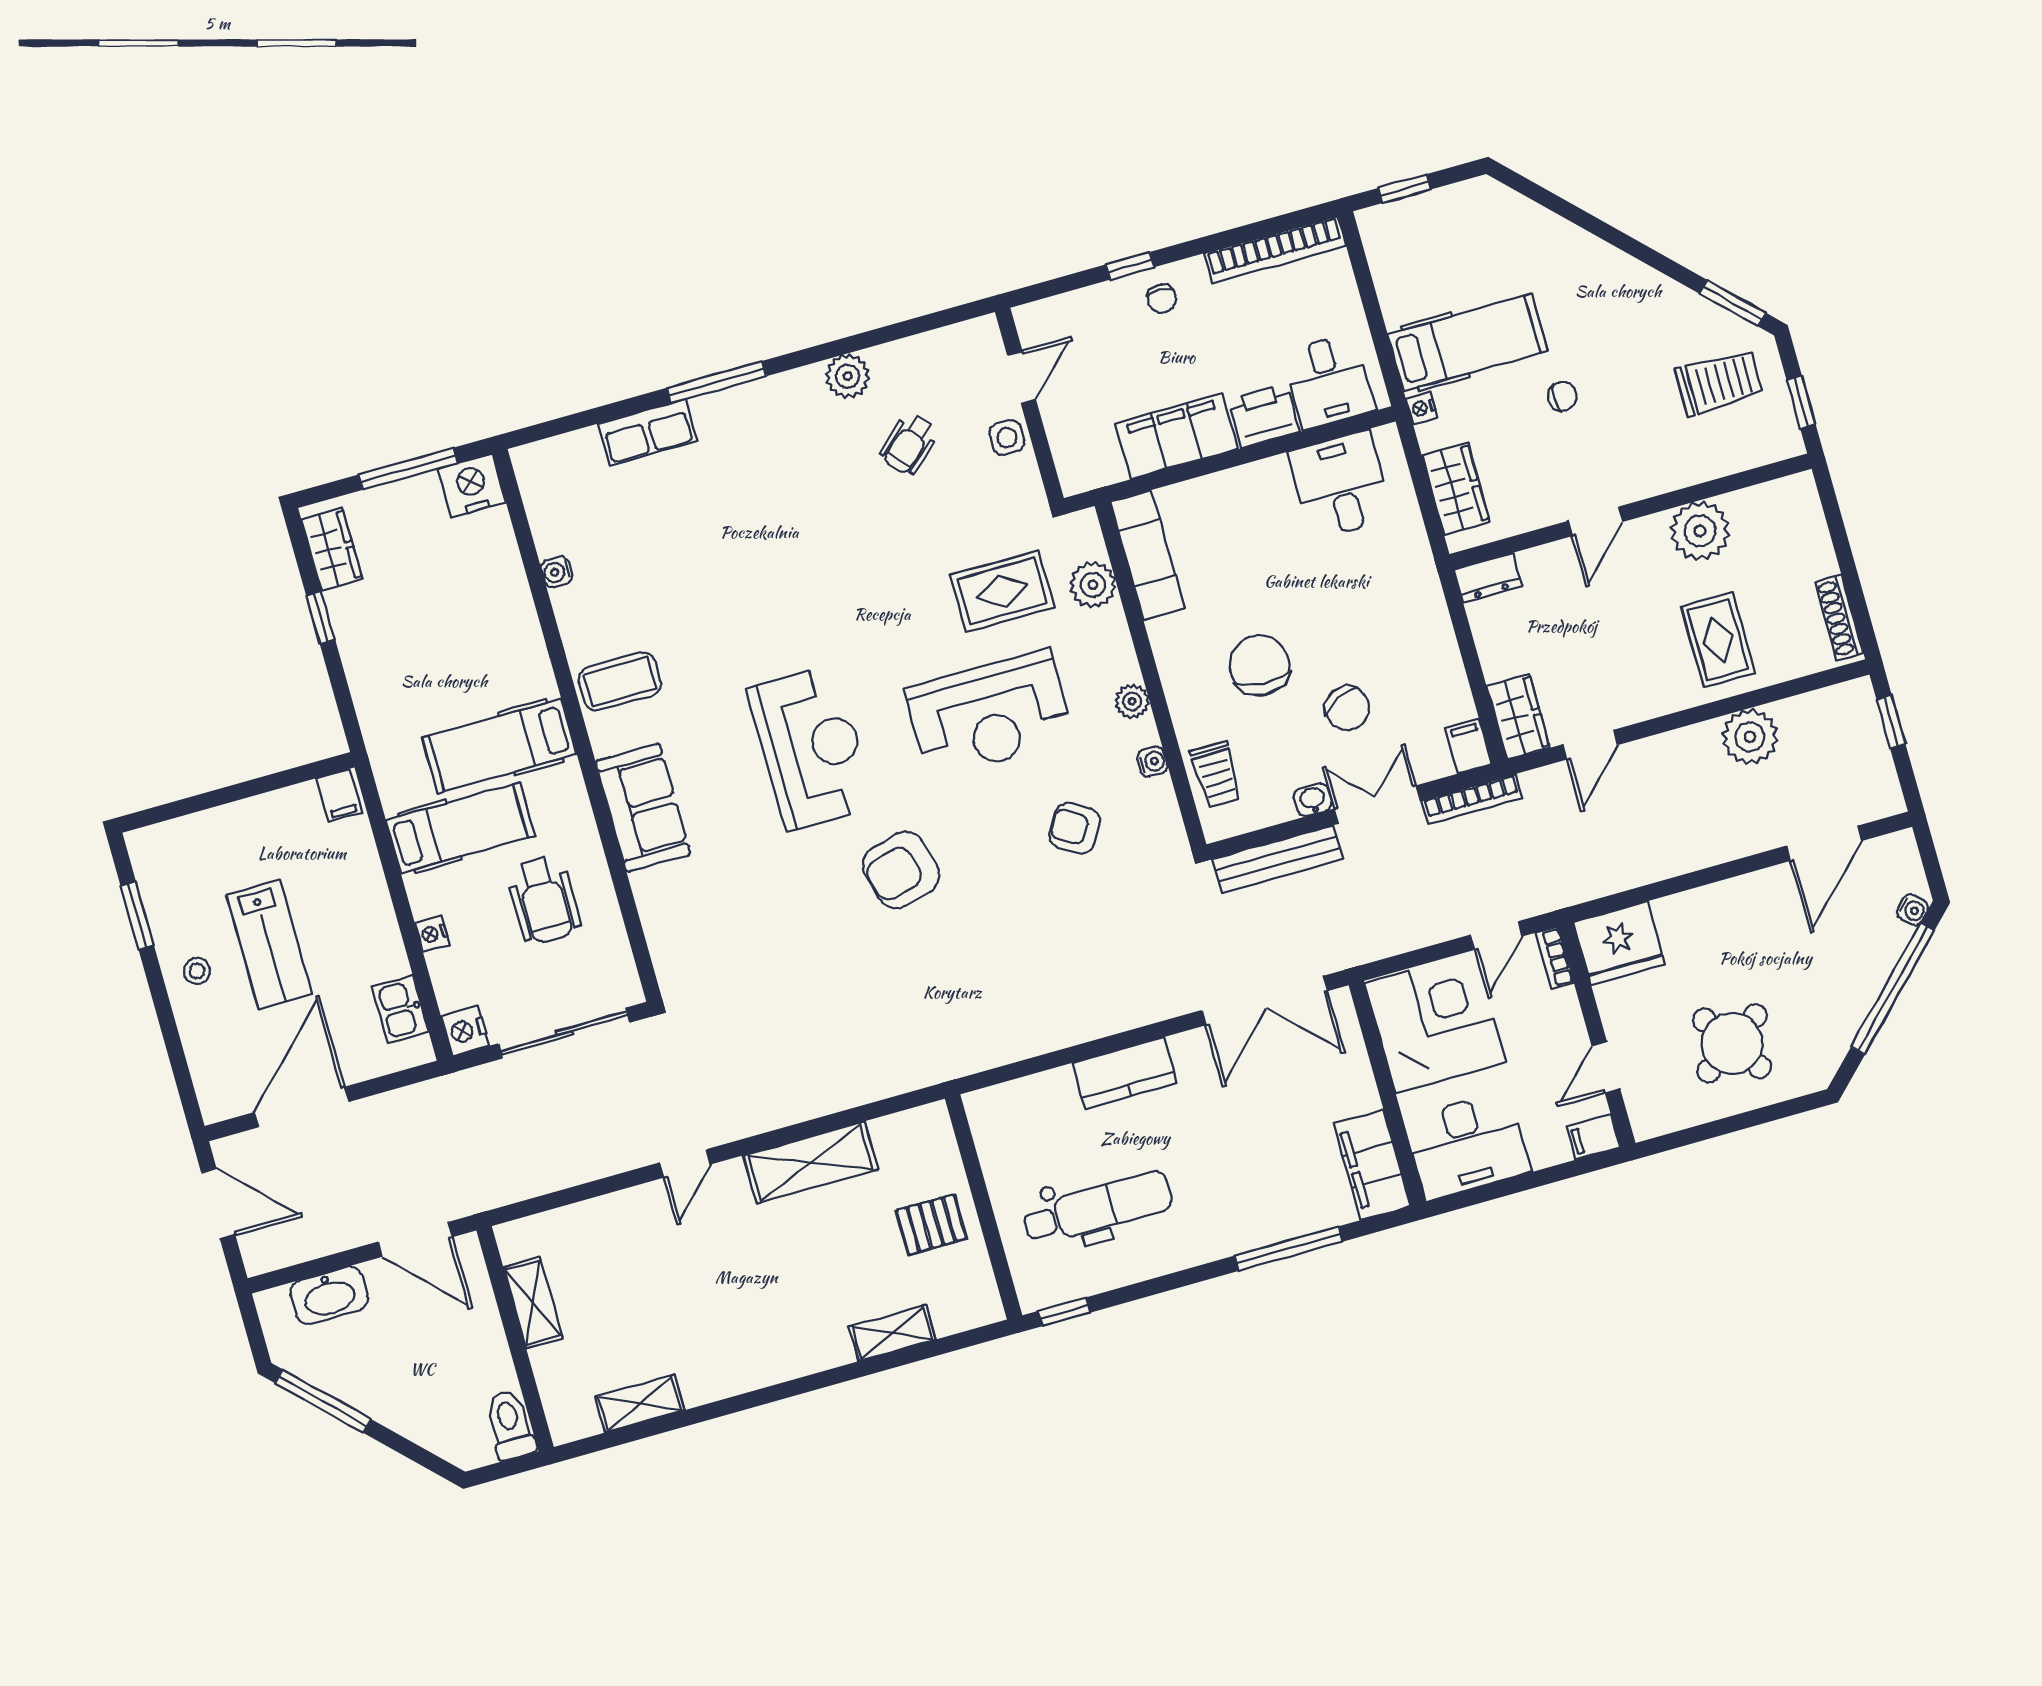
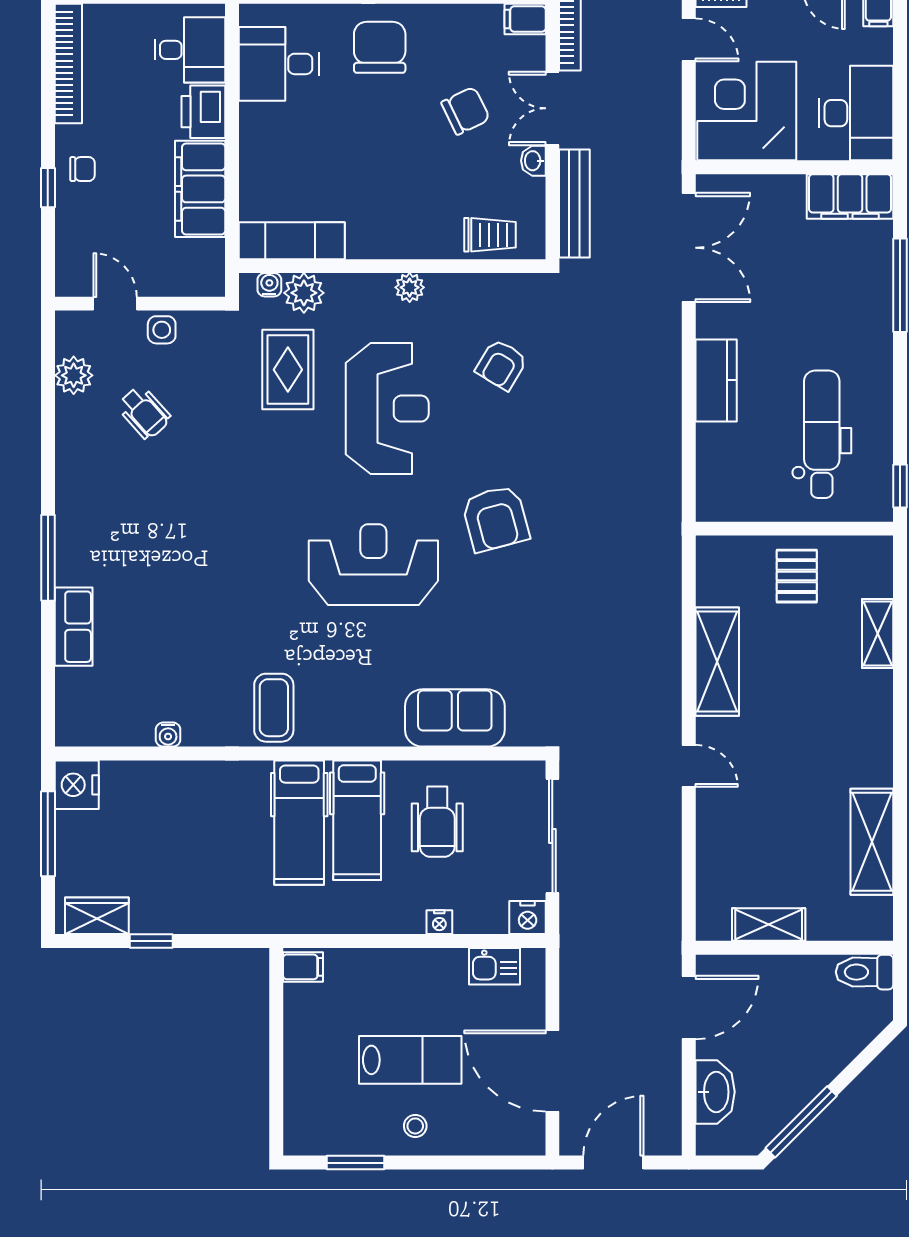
plant: (848, 376) -> (74, 375), moved
chair: (1260, 665) -> (380, 47), moved, turned 86
water cooler: (1152, 762) -> (269, 285), moved
sofa: (643, 808) -> (455, 718), moved
hospital bed: (460, 828) -> (357, 820), moved, turned 180
wheelchair: (544, 900) -> (437, 822), turned 90
shelving: (640, 1404) -> (872, 842), width x1.50, depth x1.33

